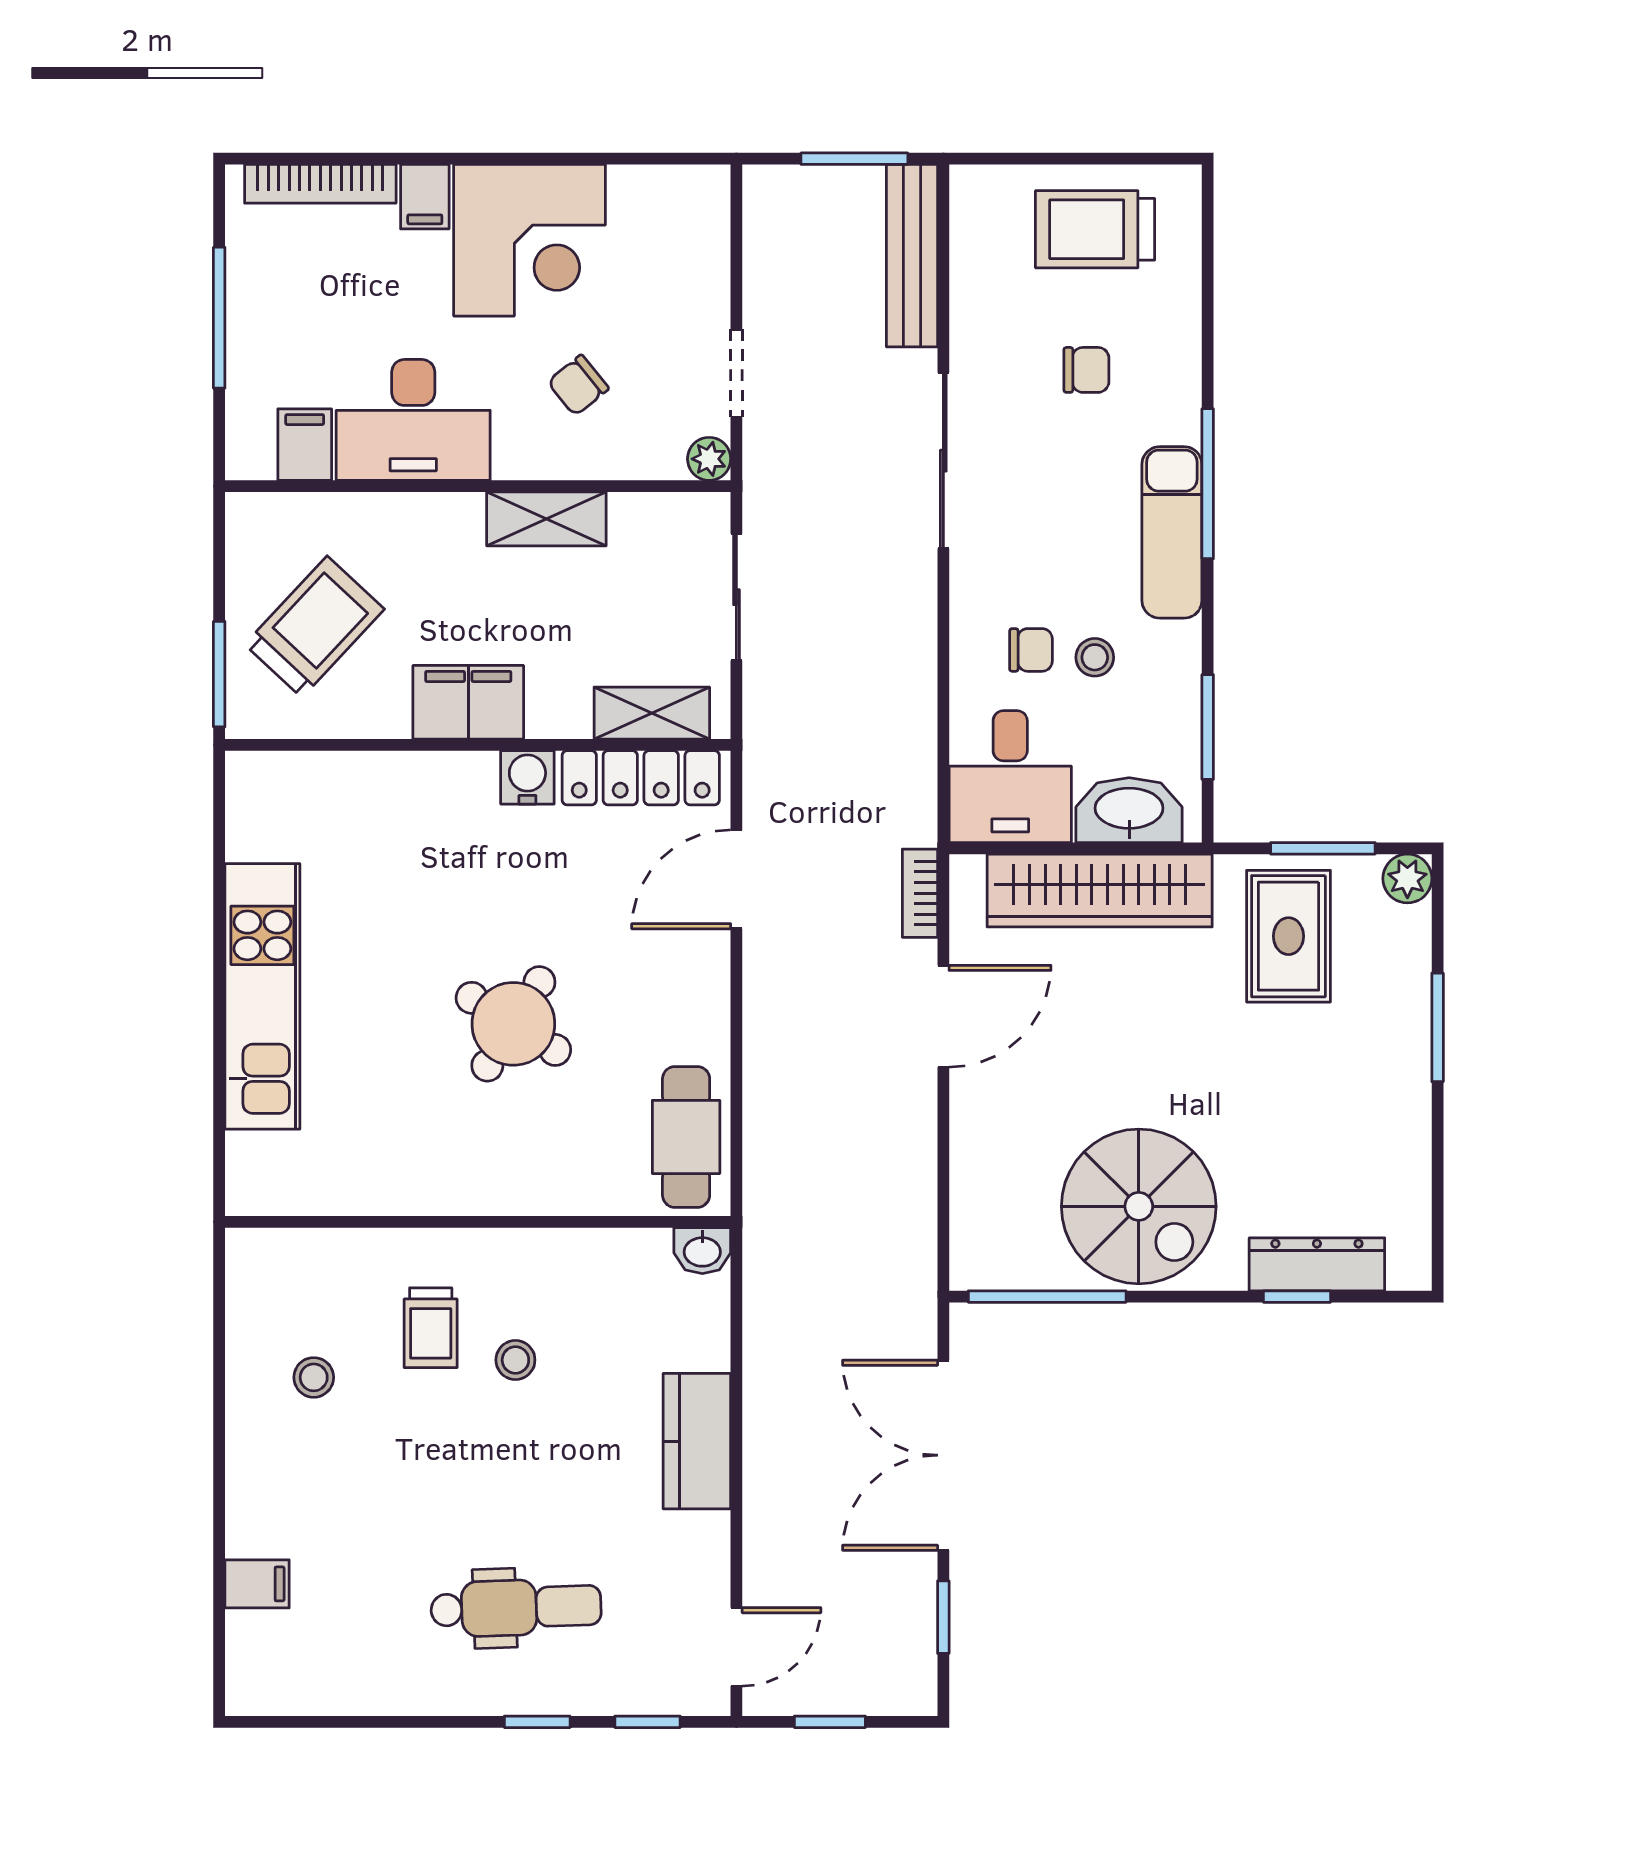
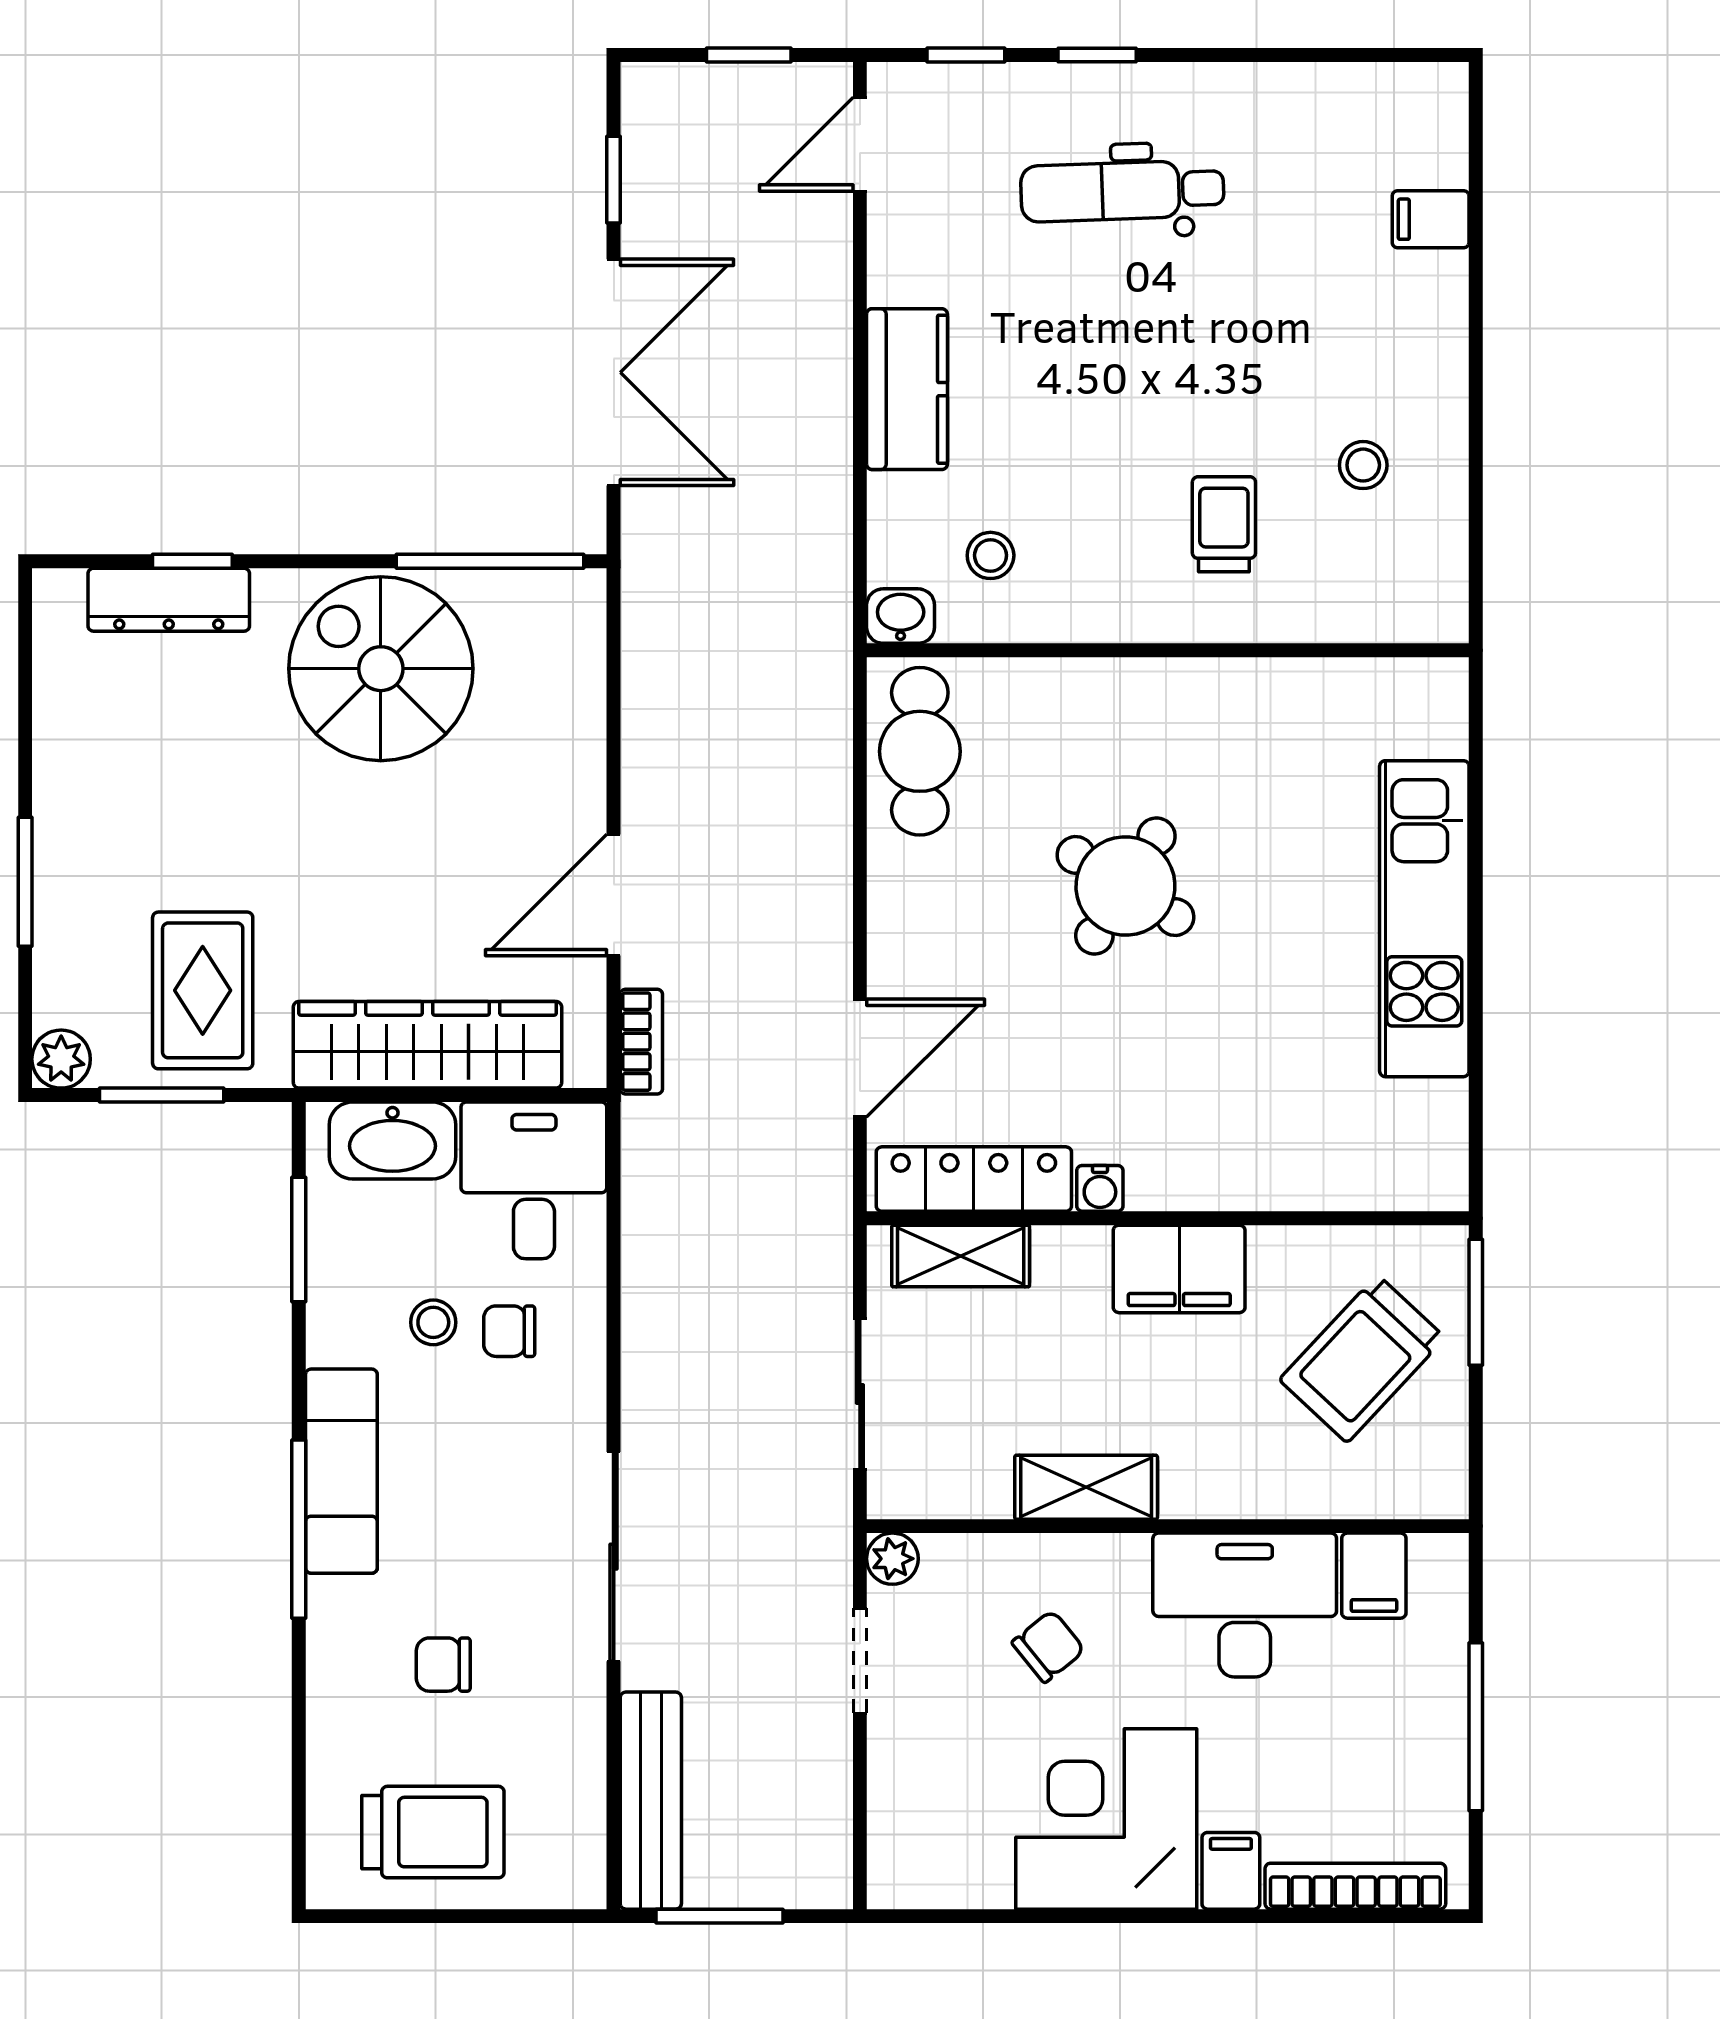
water cooler: (527, 777) -> (1100, 1188), width x0.72, depth x0.72
stool: (515, 1360) -> (991, 555), moved

